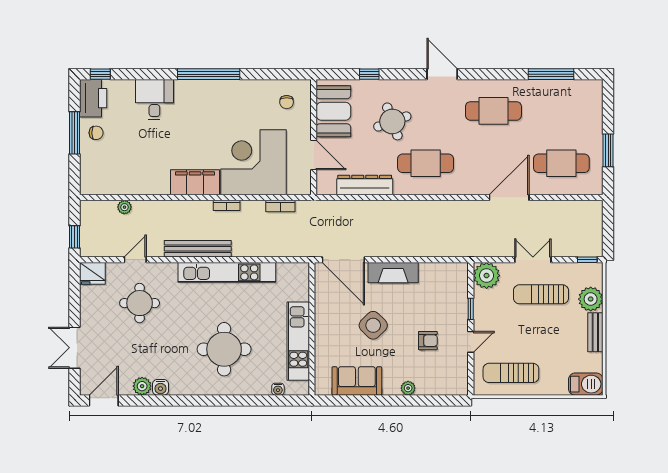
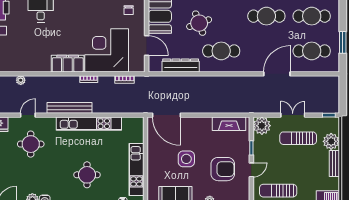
cafe table: (561, 111) -> (312, 16), added
fireplace: (393, 273) -> (229, 124), moved
side table: (373, 325) -> (186, 159), turned 45
armchair: (428, 341) -> (223, 169), width x1.88, depth x1.88
round table: (224, 349) -> (87, 175), width x0.73, depth x0.73

